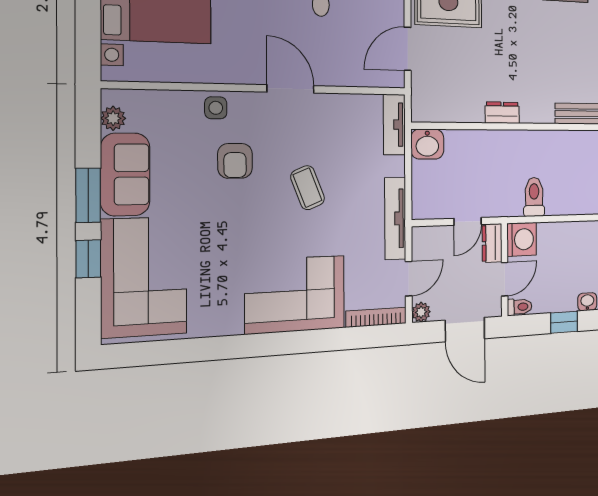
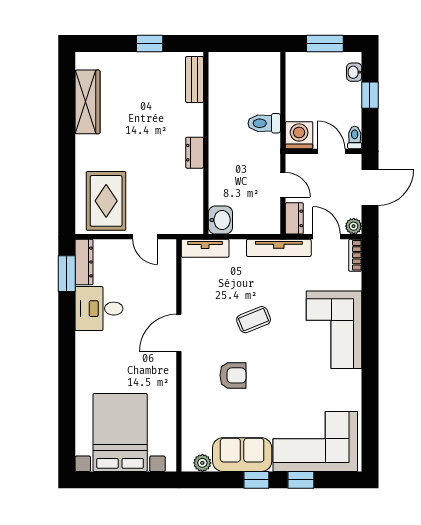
door: (408, 49) -> (145, 237), width x0.73
side table: (216, 108) -> (194, 390), removed
window: (88, 195) -> (256, 480), width x0.67
dresser: (492, 243) -> (294, 218), moved, turned -90
bookcase: (376, 317) -> (355, 255), width x0.64

